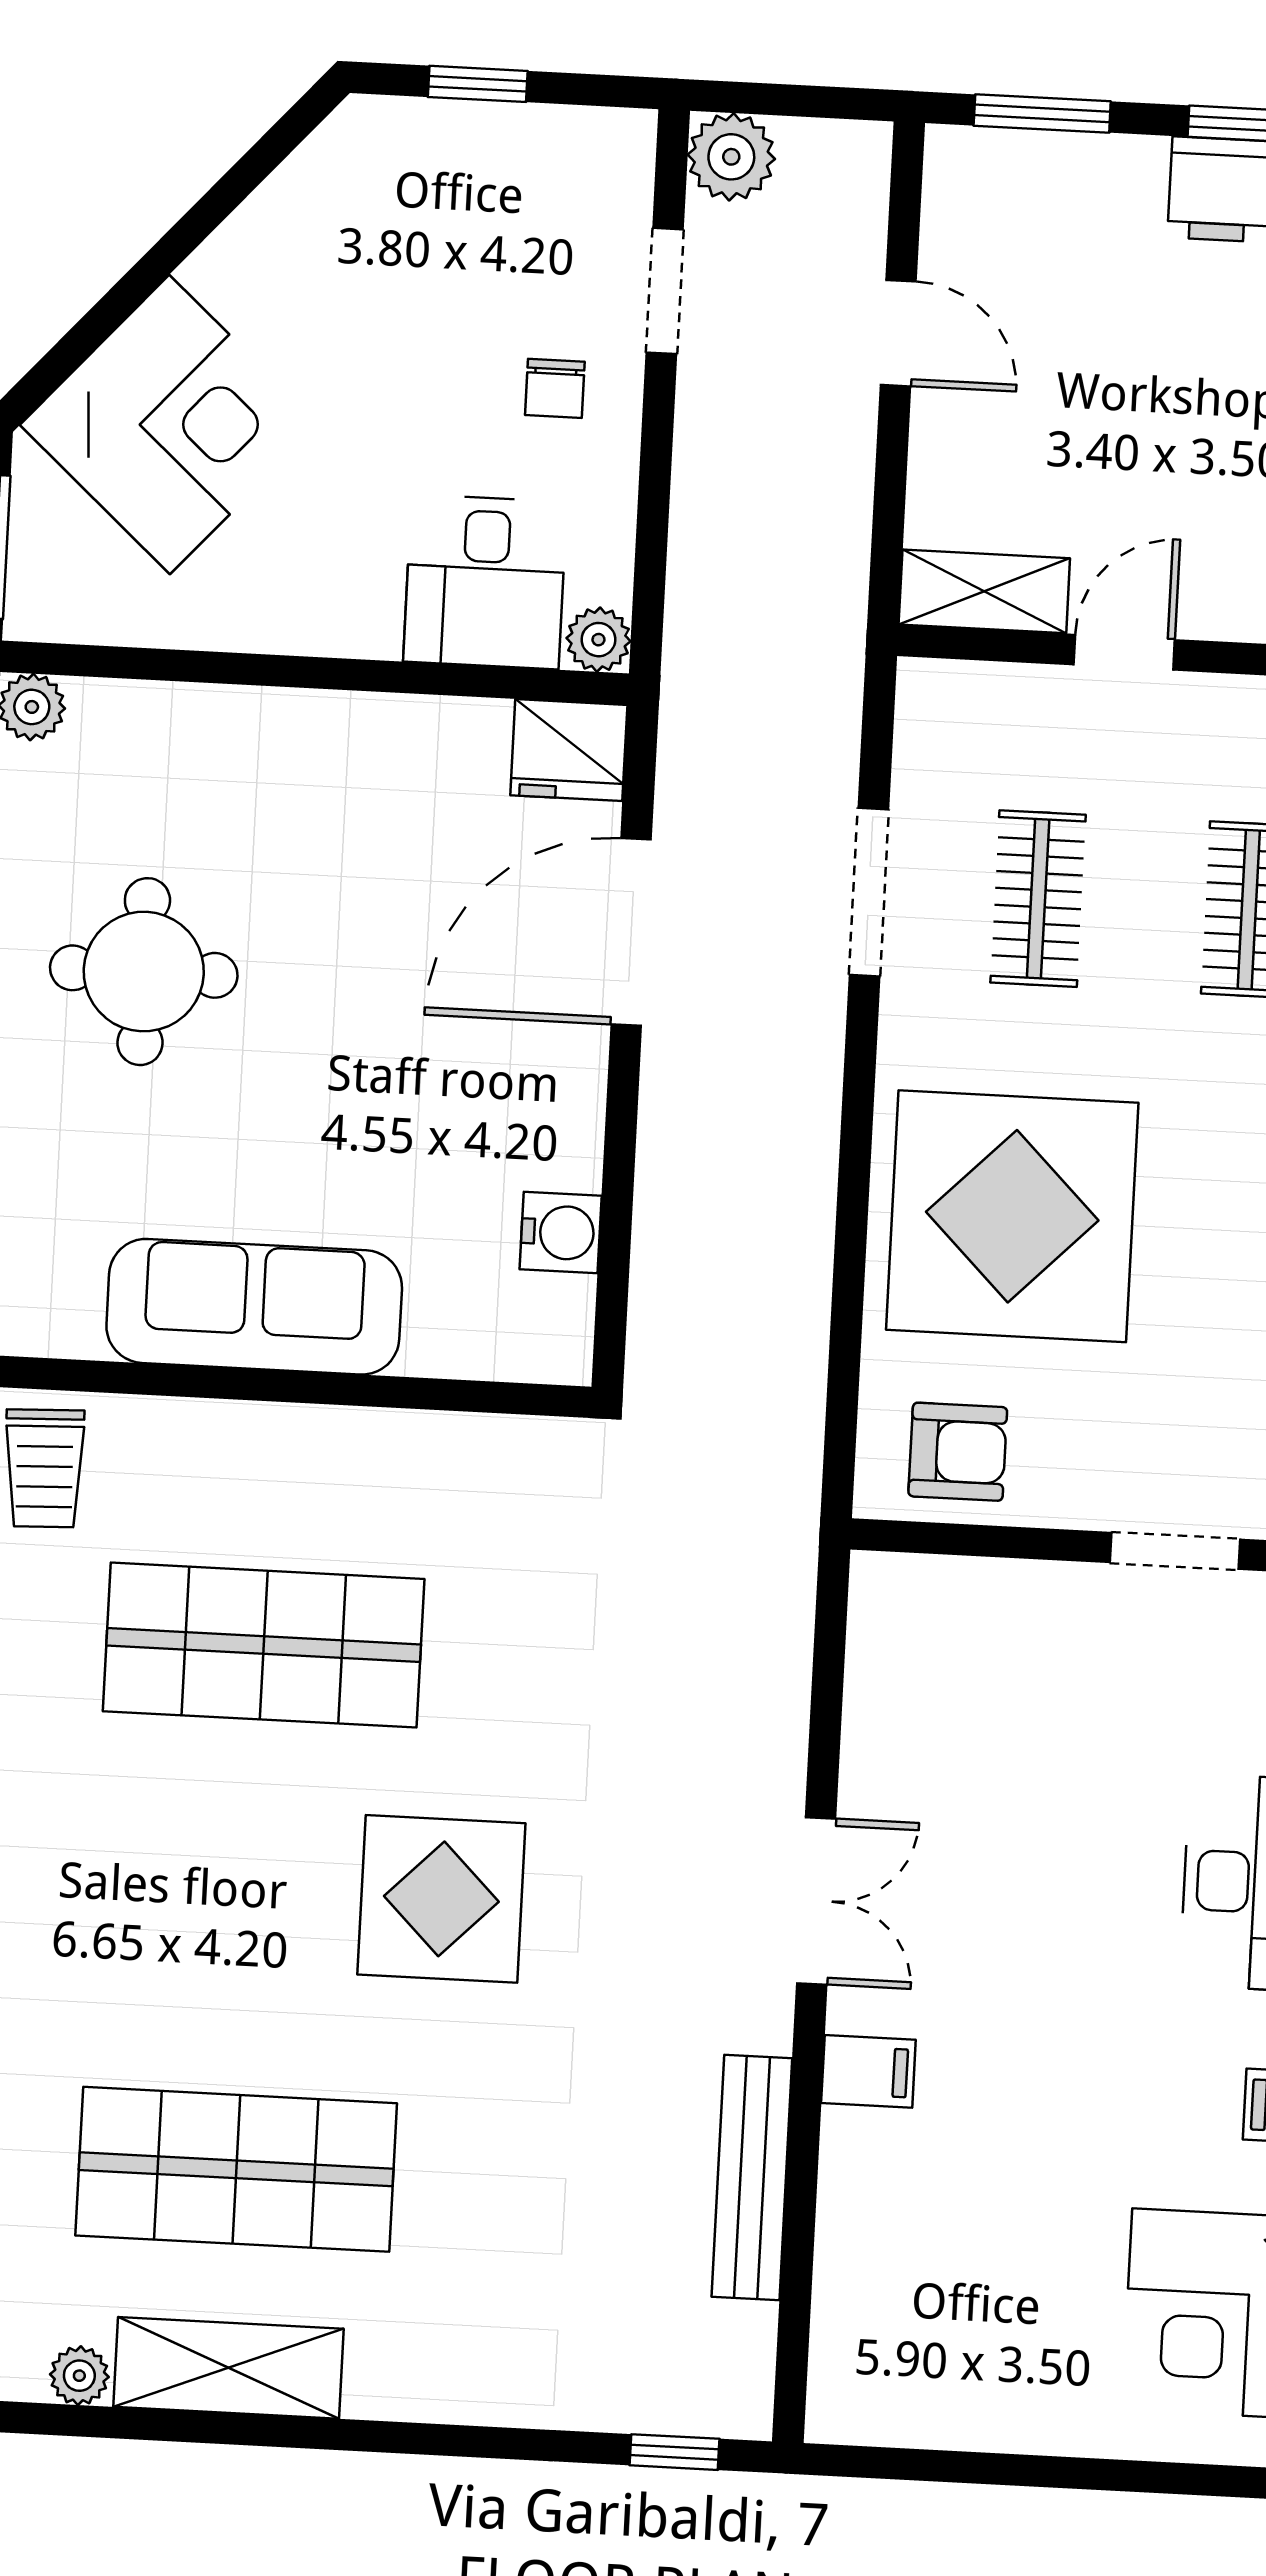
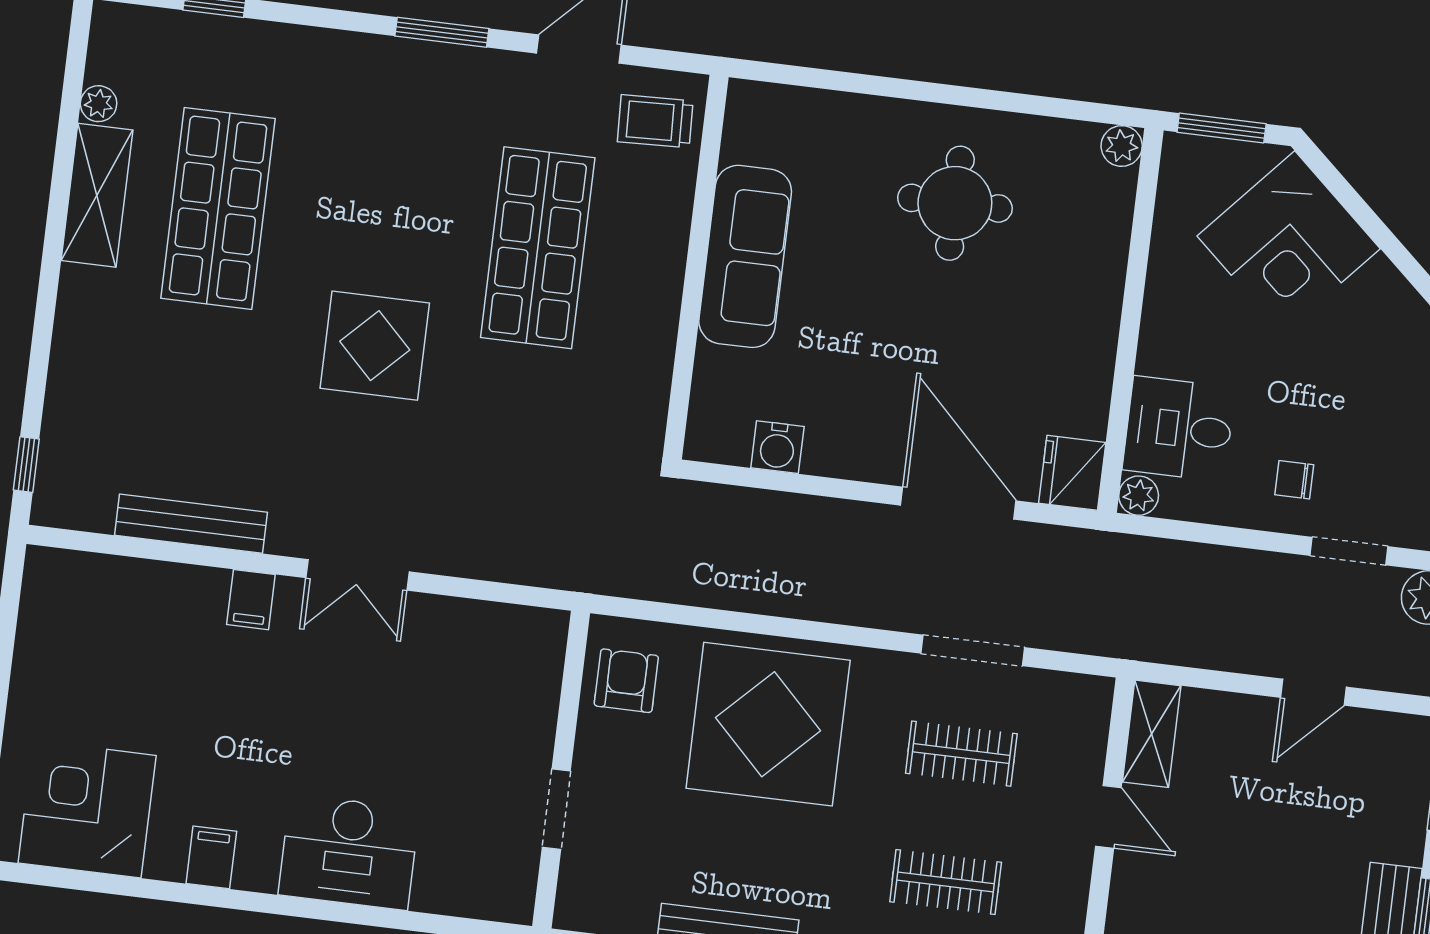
armchair: (958, 1452) -> (626, 681), turned 180

